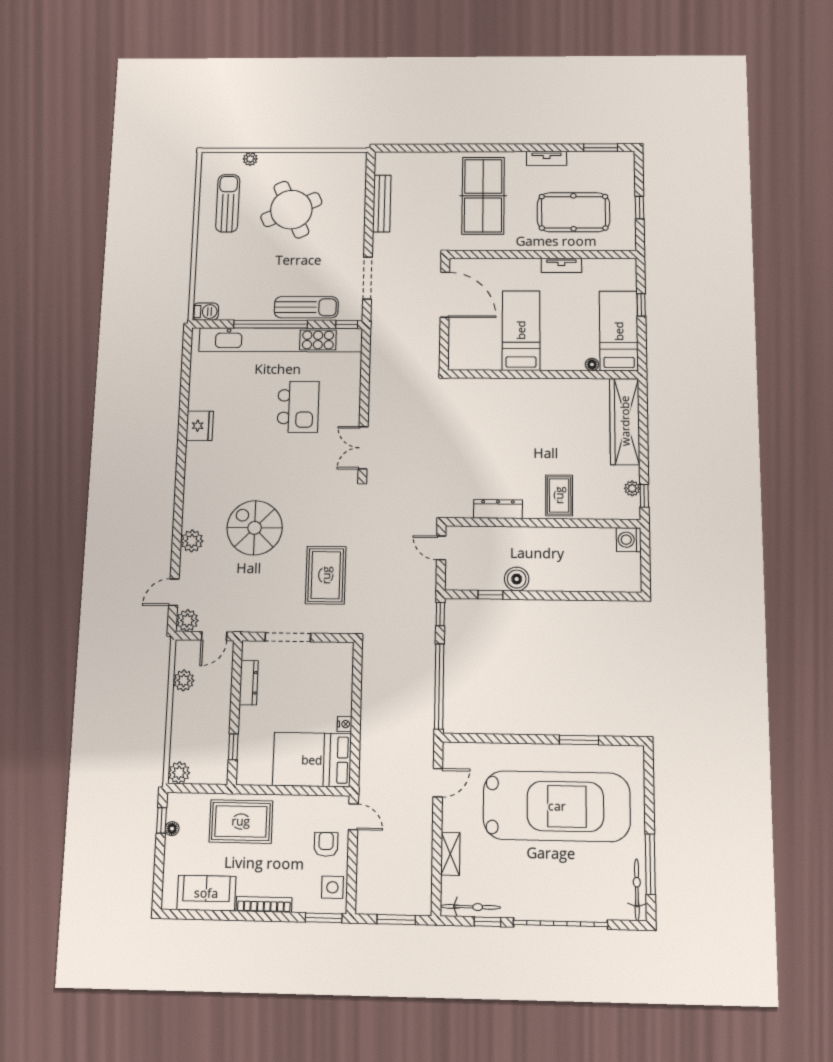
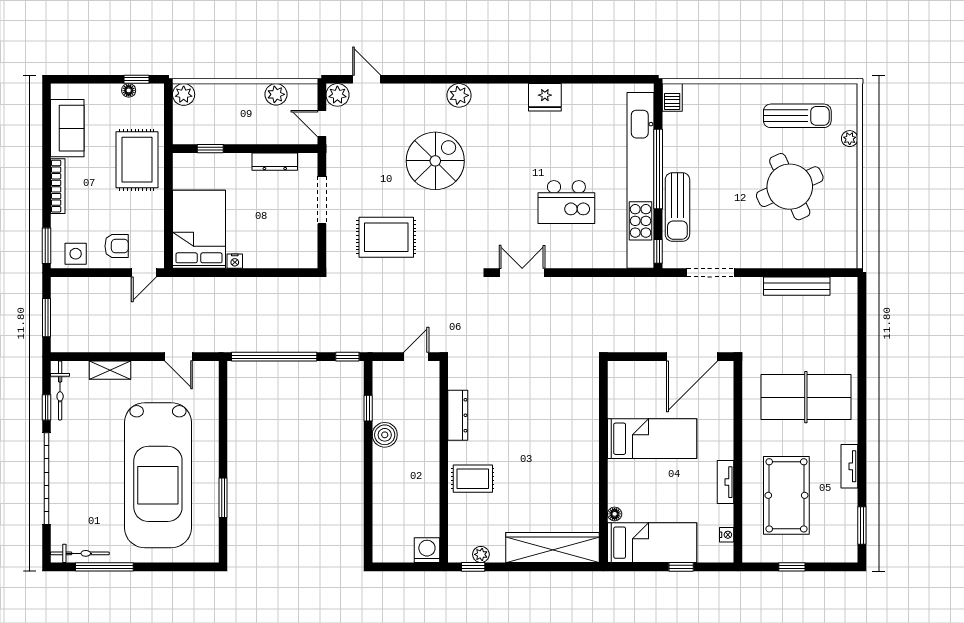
nightstand: (610, 264) -> (727, 535), added
plant: (192, 541) -> (459, 95), moved

